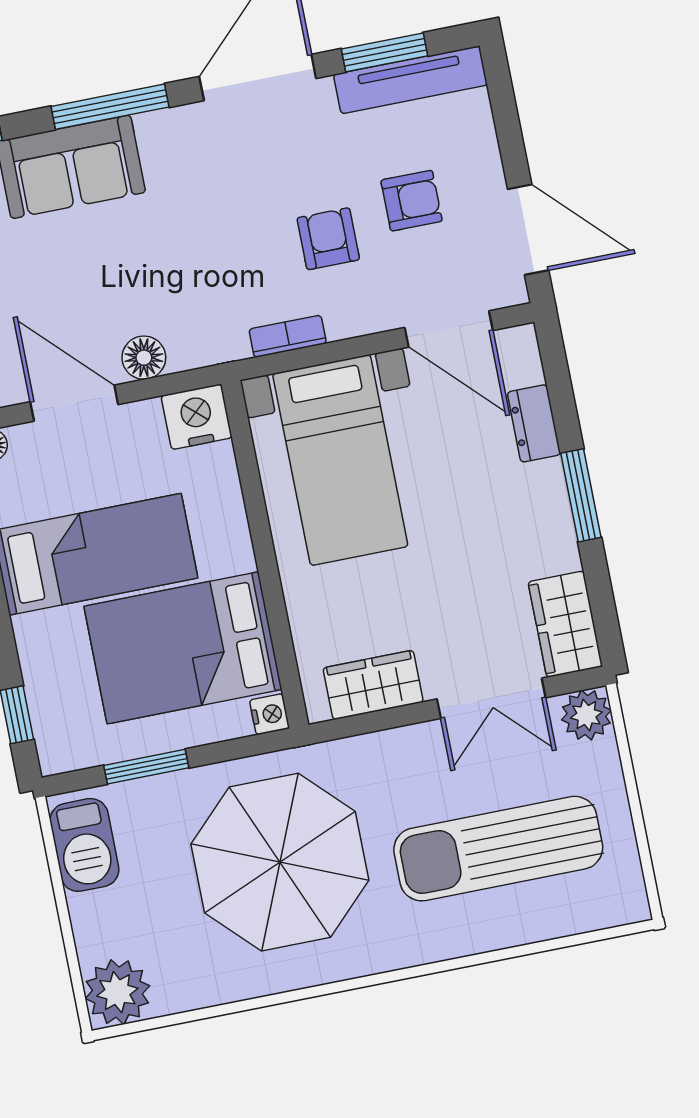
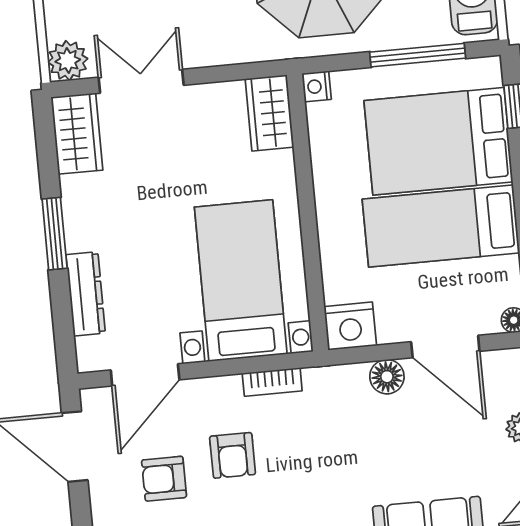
door: (449, 329) -> (145, 375), swing flipped
dresser: (534, 423) -> (86, 294), width x1.44
bed: (183, 648) -> (438, 141), moved, turned 180
wardrobe: (373, 685) -> (270, 113), moved, turned 90
window: (146, 767) -> (418, 55), width x1.44

